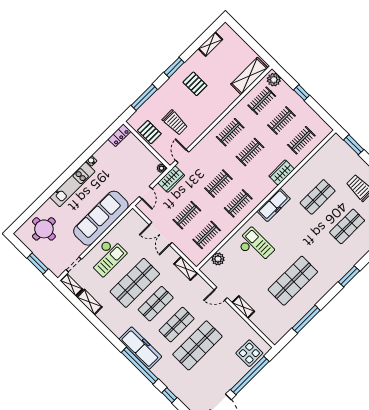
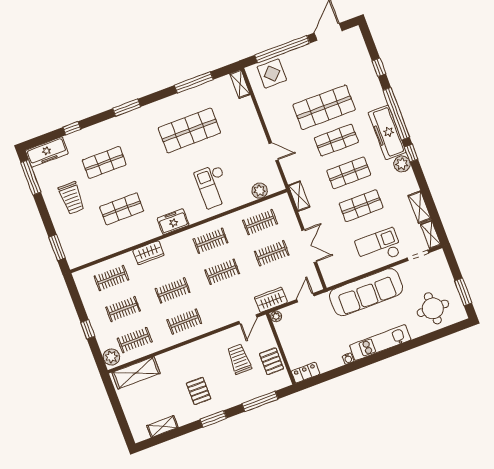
freezer: (274, 205) -> (173, 222), width x0.71
window: (38, 263) -> (463, 292), moved
shop shelf: (135, 283) -> (361, 206), width x0.70, depth x0.74
shelving: (243, 307) -> (240, 84), moved
plant: (118, 329) -> (402, 164), added
window: (115, 341) -> (411, 153), added

